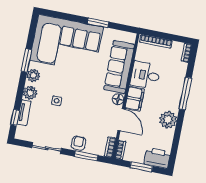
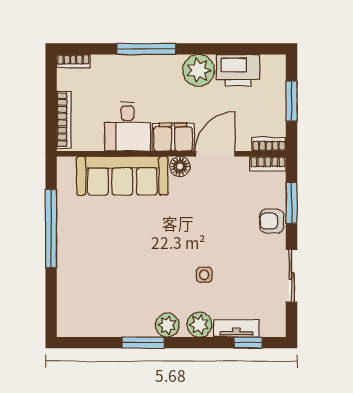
window: (98, 23) -> (51, 229), width x2.11
corner sofa: (66, 44) -> (99, 277), removed
printer: (157, 158) -> (238, 70), moved, turned -90

